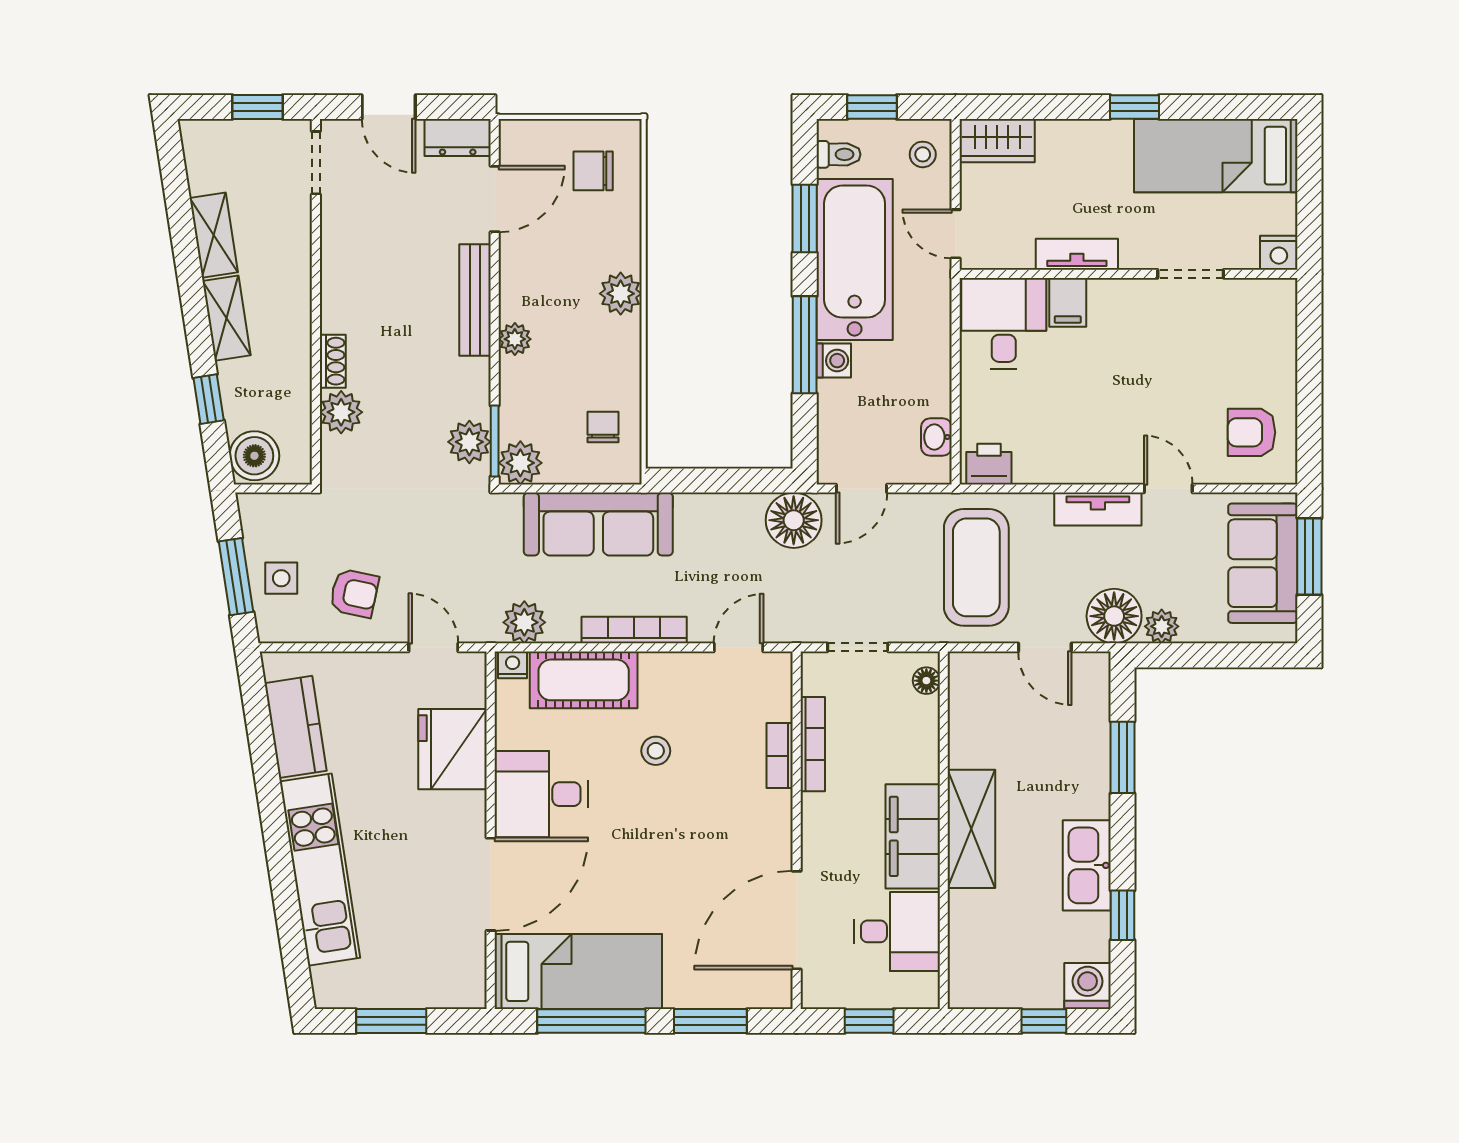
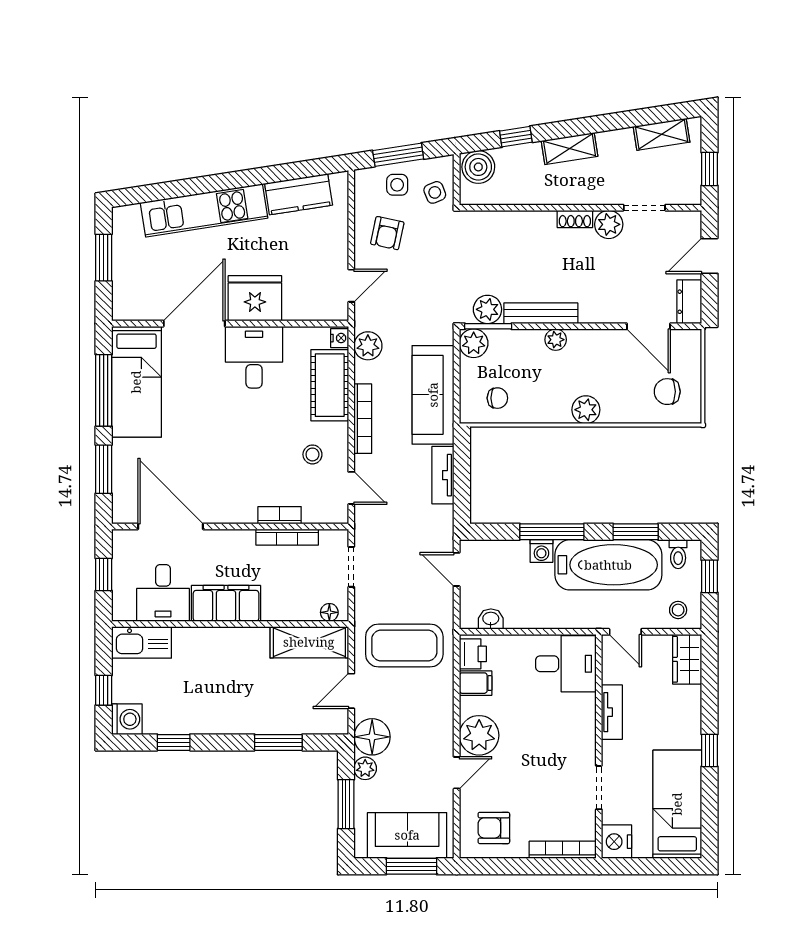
doorway: (316, 163) -> (644, 208), moved
chair: (593, 171) -> (667, 392), turned -90
door: (956, 234) -> (625, 632), swing flipped
shelving: (214, 235) -> (662, 134), moved
nightstand: (1279, 253) -> (617, 842), width x1.36, depth x1.33
bench: (475, 300) -> (541, 313), moved
filing cabinet: (1068, 302) -> (476, 683), moved, turned 180
bookcase: (1284, 328) -> (563, 850), added
shoe rack: (333, 361) -> (575, 219), moved
plant: (341, 412) -> (609, 224), moved
armchair: (1252, 432) -> (494, 828), turned -90
plant: (1112, 455) -> (479, 735), added
tv unit: (1098, 509) -> (443, 475), moved
floor lamp: (794, 520) -> (436, 524), removed
side table: (293, 521) -> (435, 192), added
window: (1216, 655) -> (346, 804), added
fridge: (453, 749) -> (255, 298), moved
stool: (656, 751) -> (312, 454), moved
shelving: (971, 829) -> (309, 642), moved
kitchen sink: (1087, 865) -> (142, 642), moved, turned 180
door: (491, 884) -> (194, 324), swing flipped

